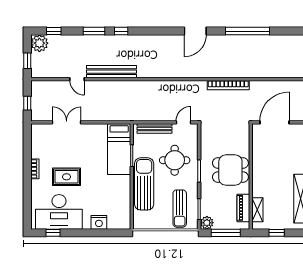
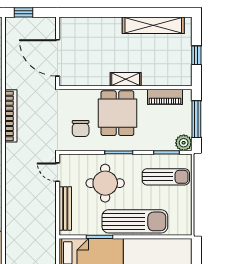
chair: (218, 141) -> (81, 128), added
sun lounger: (144, 184) -> (135, 221), turned 180
shelving: (257, 210) -> (126, 79), moved

